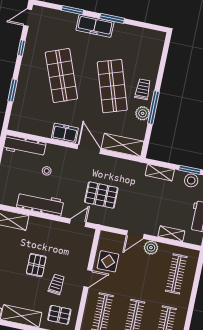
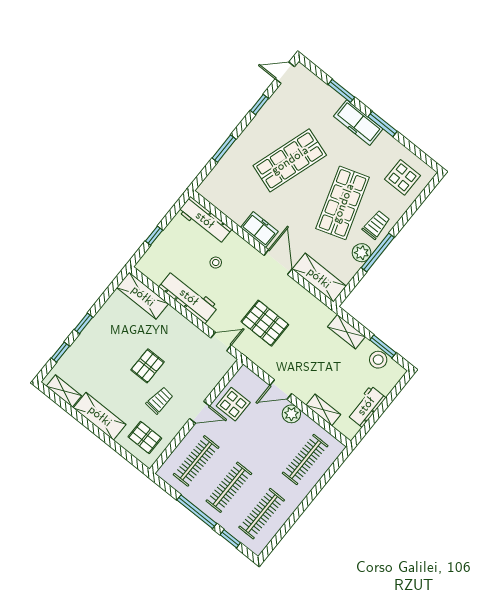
display table: (144, 48) -> (403, 177), added
shop shelf: (61, 76) -> (290, 160), turned 39

